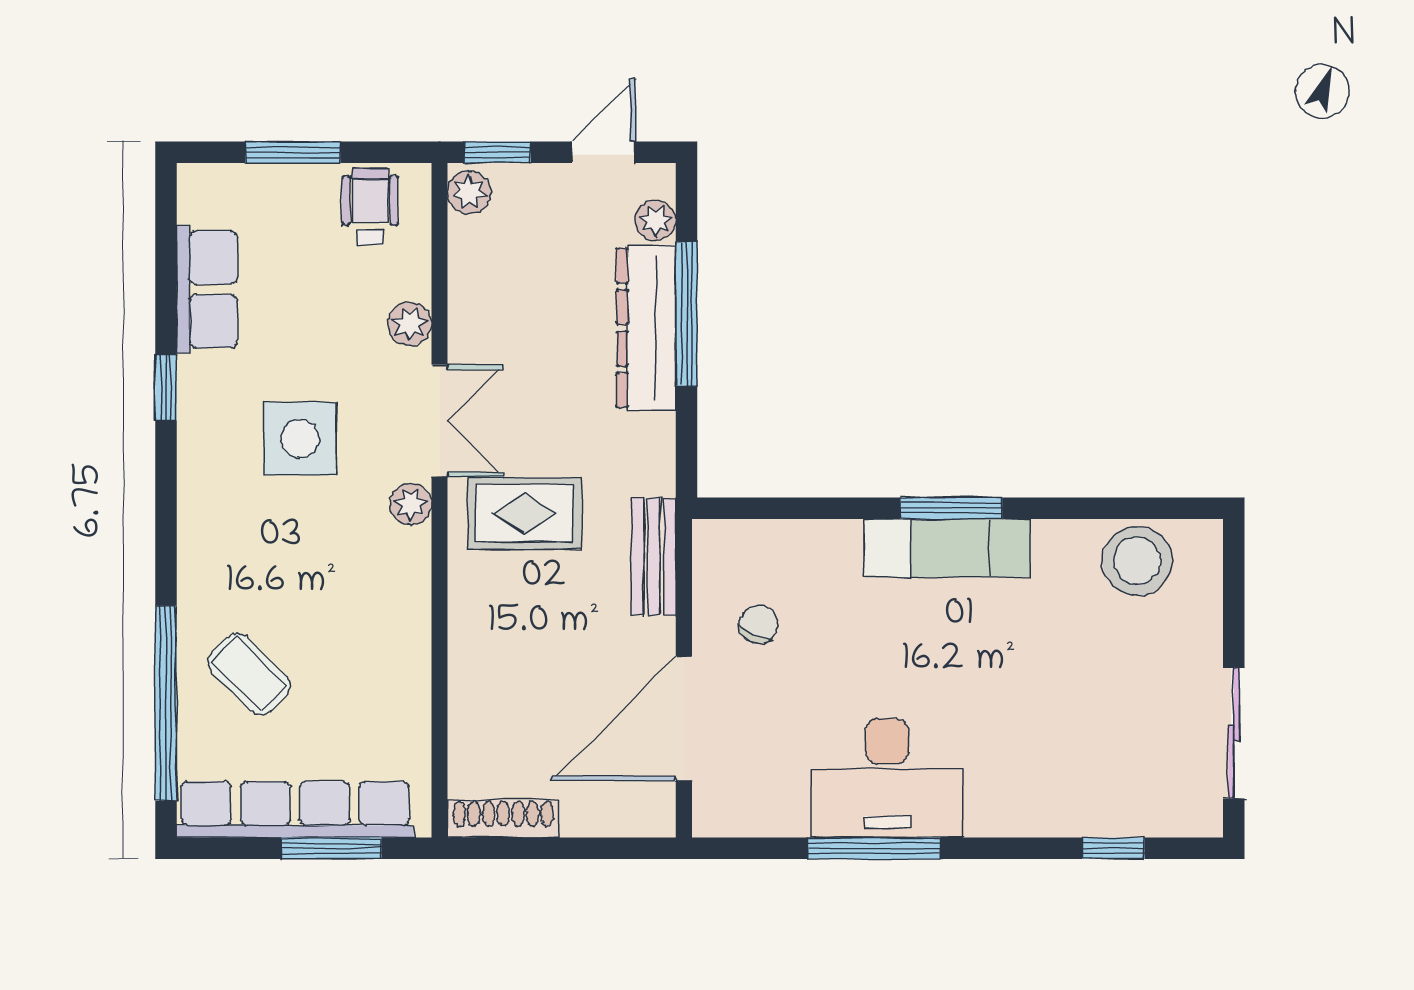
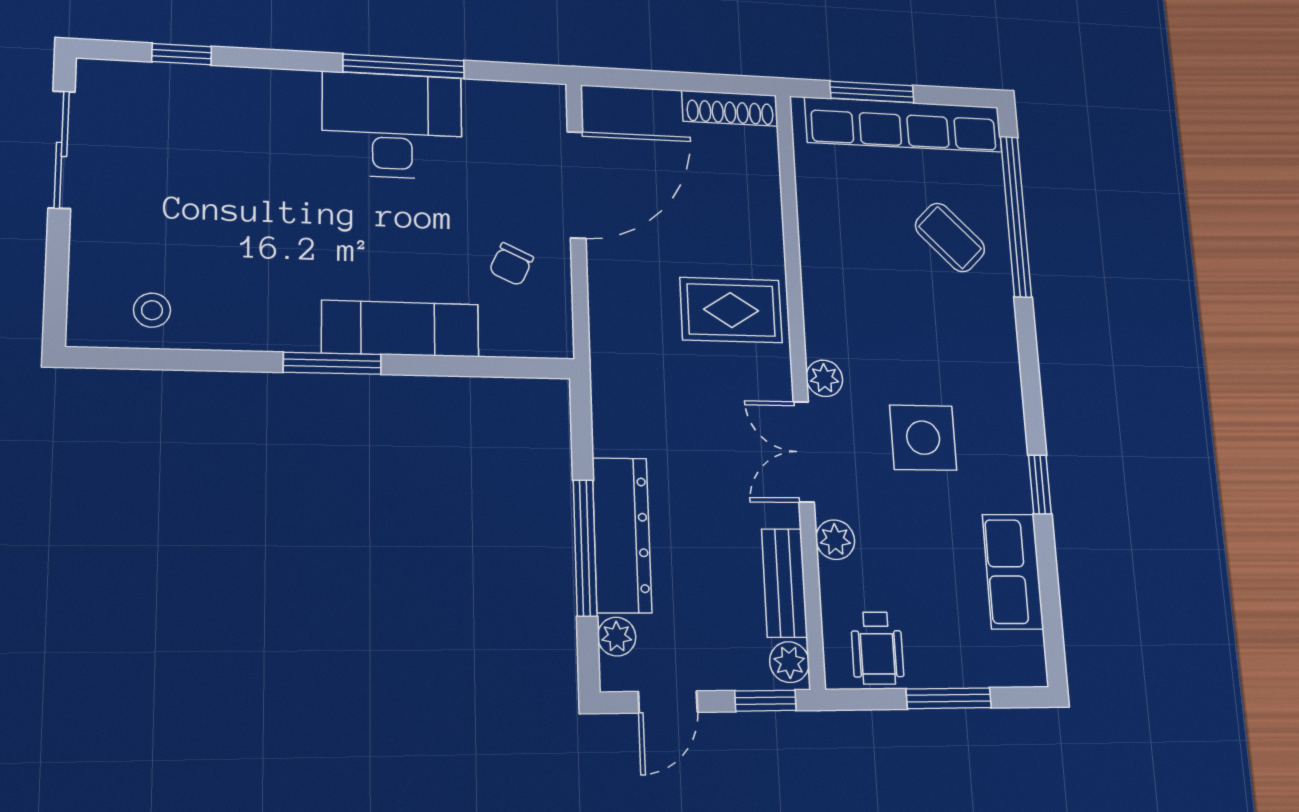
rug: (524, 513) -> (731, 310), moved
exam couch: (947, 548) -> (400, 329), moved
bench: (654, 556) -> (784, 583), moved
stool: (1137, 561) -> (152, 310), width x0.53, depth x0.53

